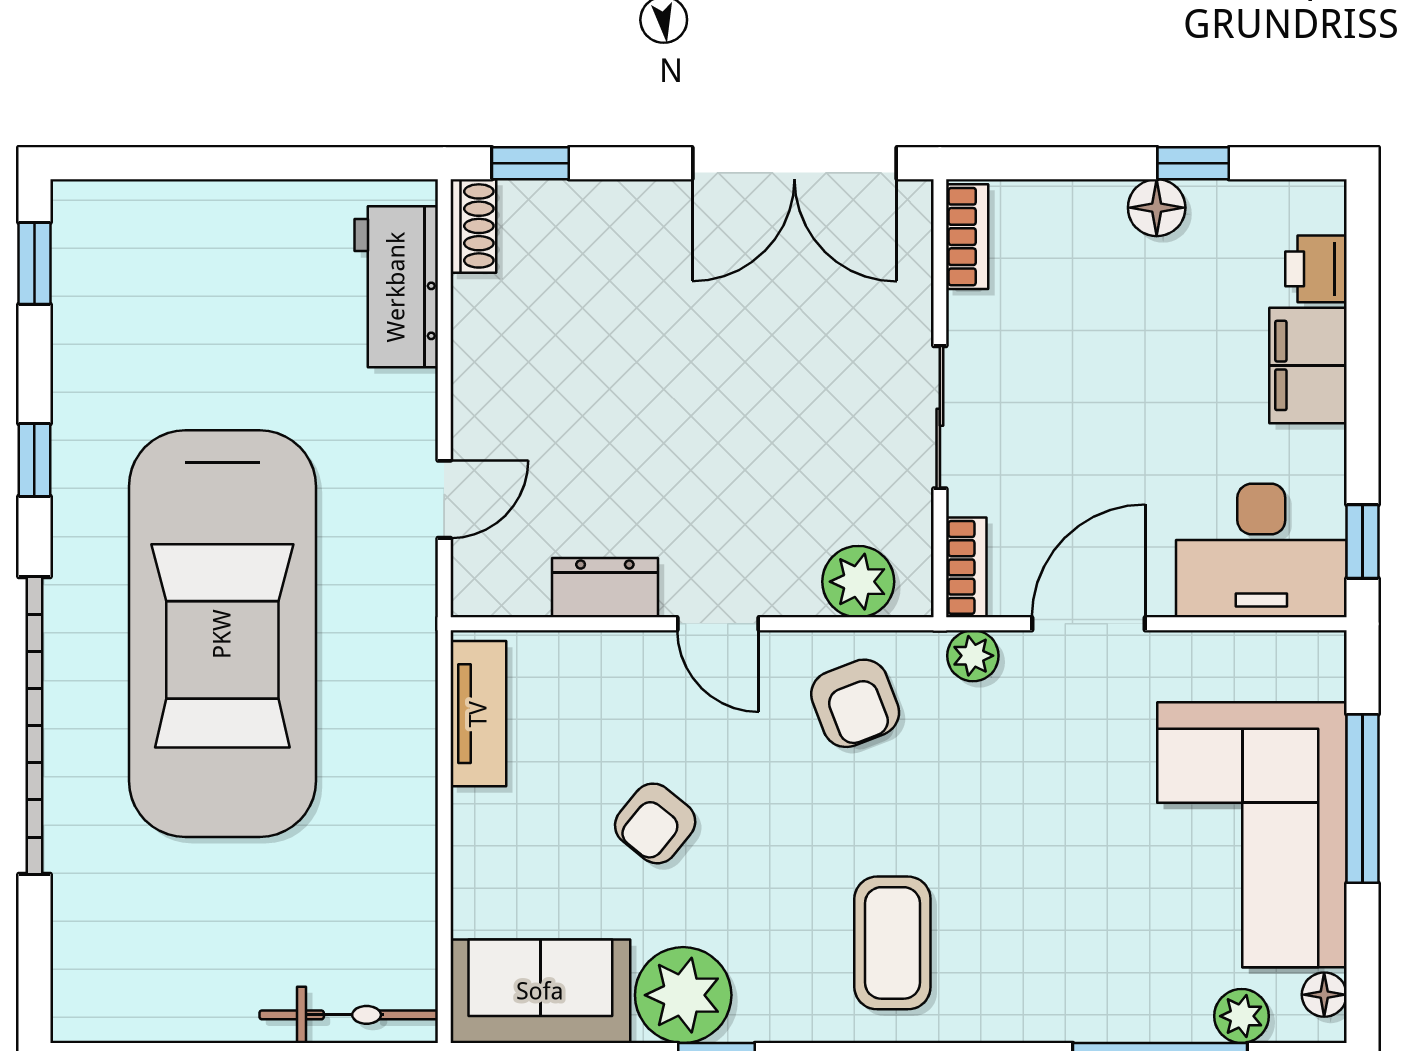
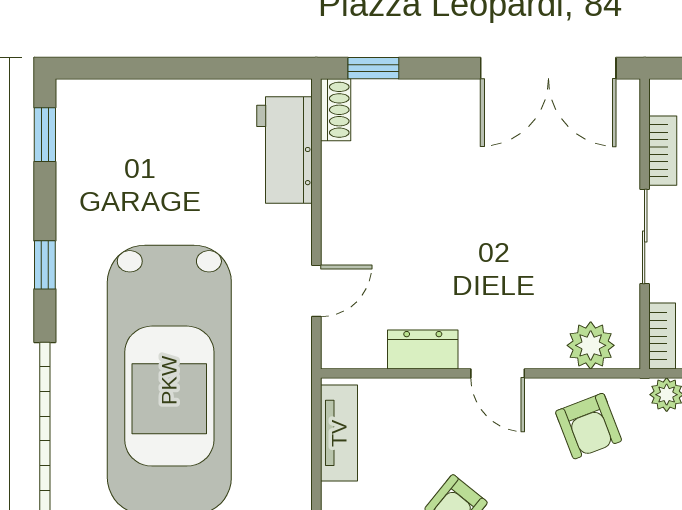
bookcase: (967, 237) -> (663, 151), moved

